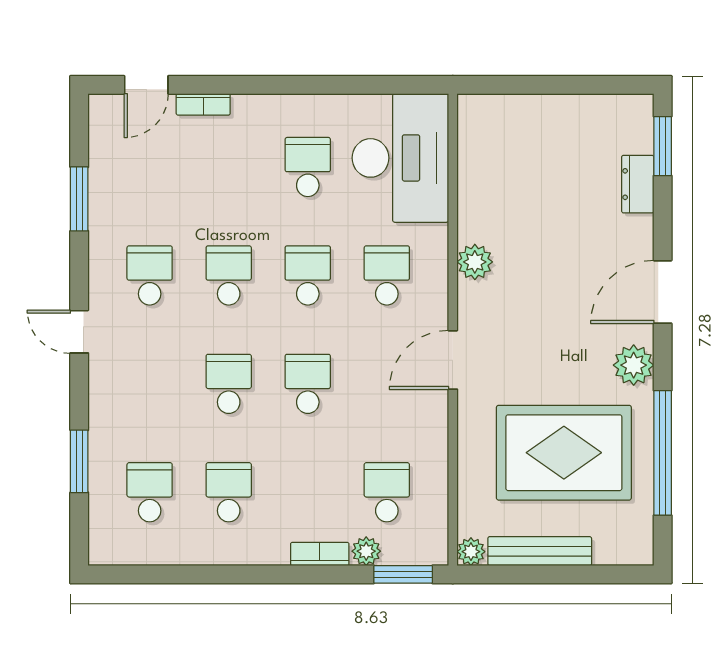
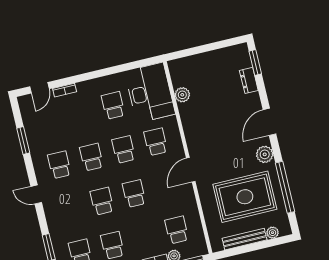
plant: (475, 262) -> (182, 95), moved
plant: (471, 552) -> (273, 233), moved

